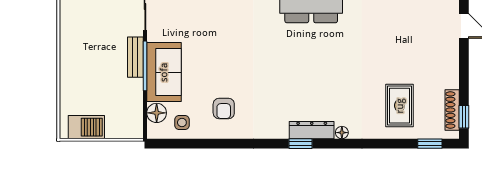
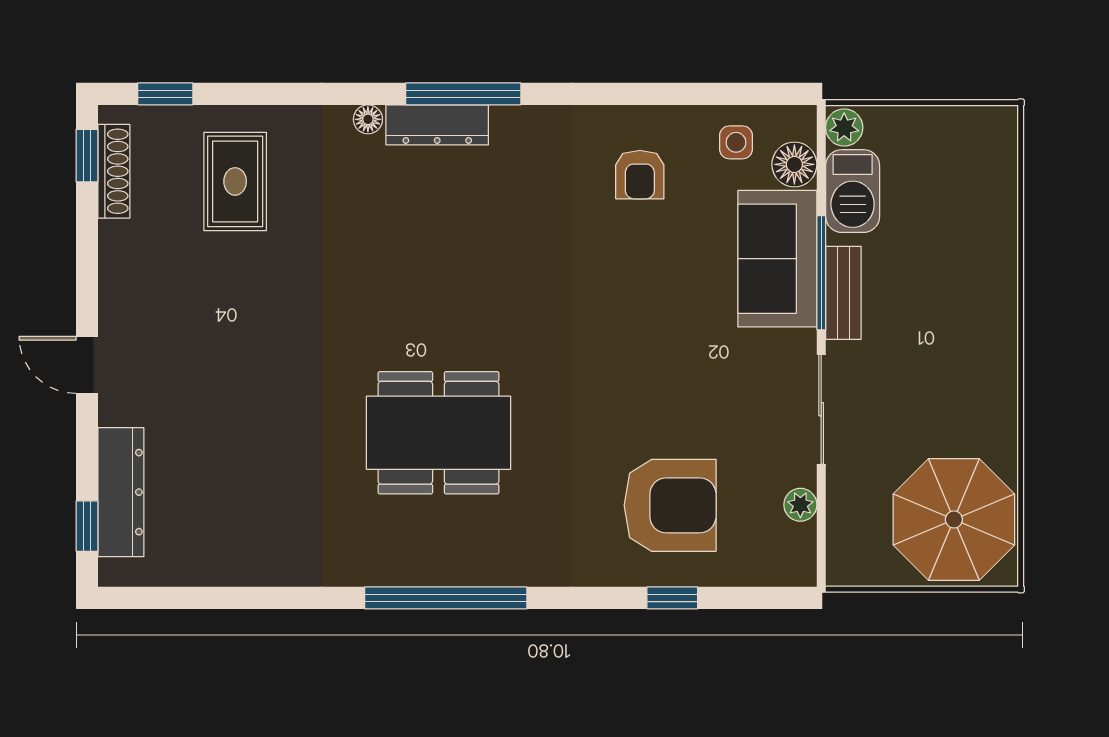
armchair: (224, 108) -> (640, 175), turned 180
barbecue: (86, 127) -> (853, 191), moved, turned -90
plant: (135, 129) -> (844, 128), added
window: (300, 144) -> (463, 94), width x2.17

